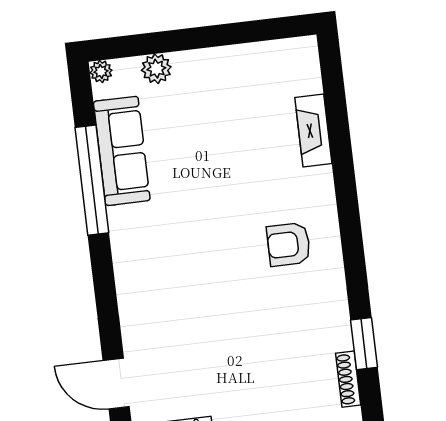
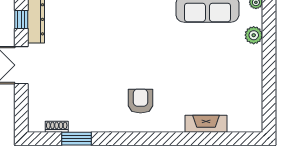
shoe rack: (348, 379) -> (57, 127), width x0.70

